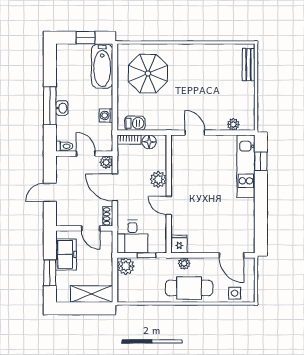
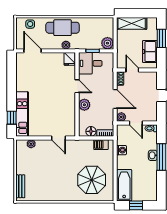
desk: (132, 237) -> (90, 63), moved, turned -90

